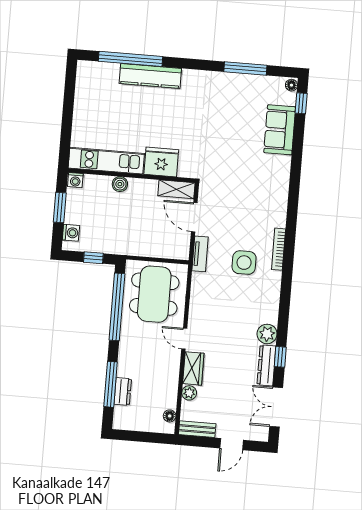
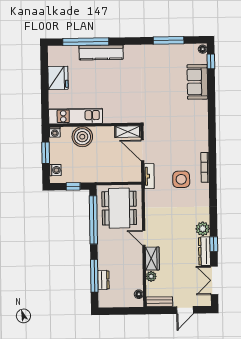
fridge: (161, 162) -> (58, 78), moved, turned 90
boiler: (120, 184) -> (82, 137), width x1.86, depth x1.86

